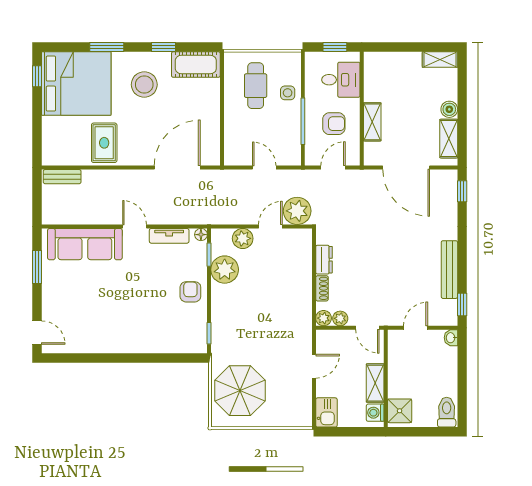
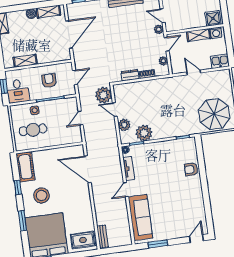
desk: (341, 80) -> (18, 91), moved, turned 180
shelving: (372, 122) -> (25, 61), moved
rug: (104, 143) -> (83, 240), moved
door: (333, 168) -> (75, 77), swing flipped
armchair: (190, 292) -> (191, 169), moved
plant: (324, 318) -> (159, 29), moved

